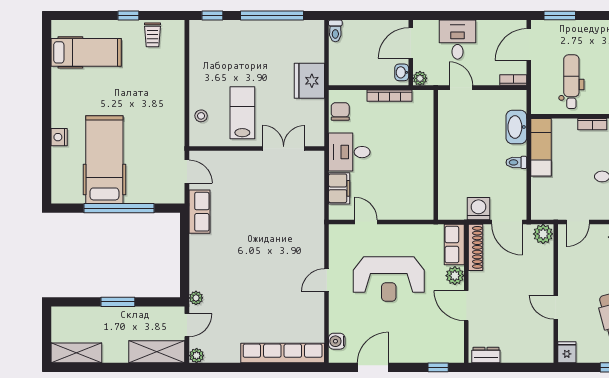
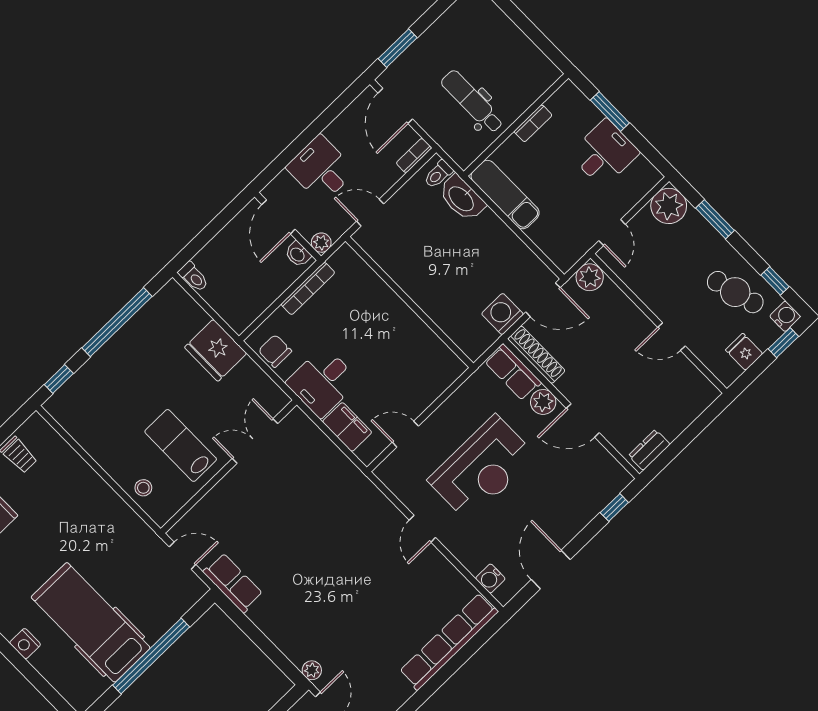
toilet: (516, 162) -> (438, 174), moved
fridge: (567, 352) -> (744, 352), moved

